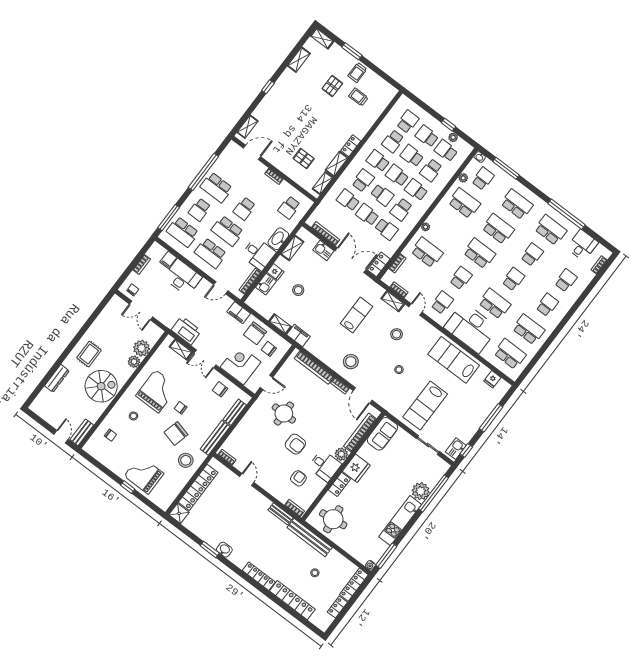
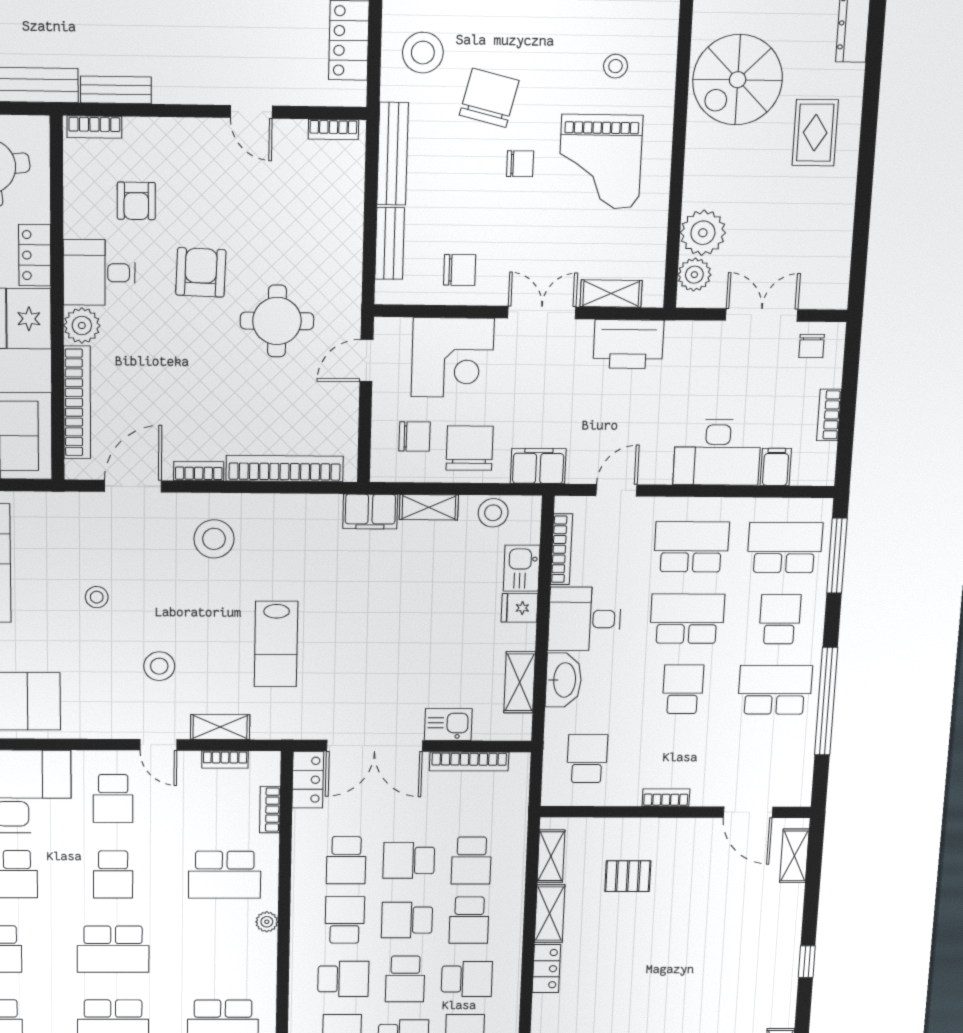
door: (252, 152) -> (748, 812), hinge flipped
school desk: (397, 175) -> (405, 979), turned 90
school desk: (348, 200) -> (471, 861), turned 90
school desk: (367, 215) -> (409, 860), turned 180
school desk: (386, 229) -> (346, 860), turned -90
stool: (298, 290) -> (493, 513), moved
plant: (134, 362) -> (694, 275), moved
door: (363, 395) -> (133, 486), hinge flipped
armchair: (295, 444) -> (201, 272), turned 92

